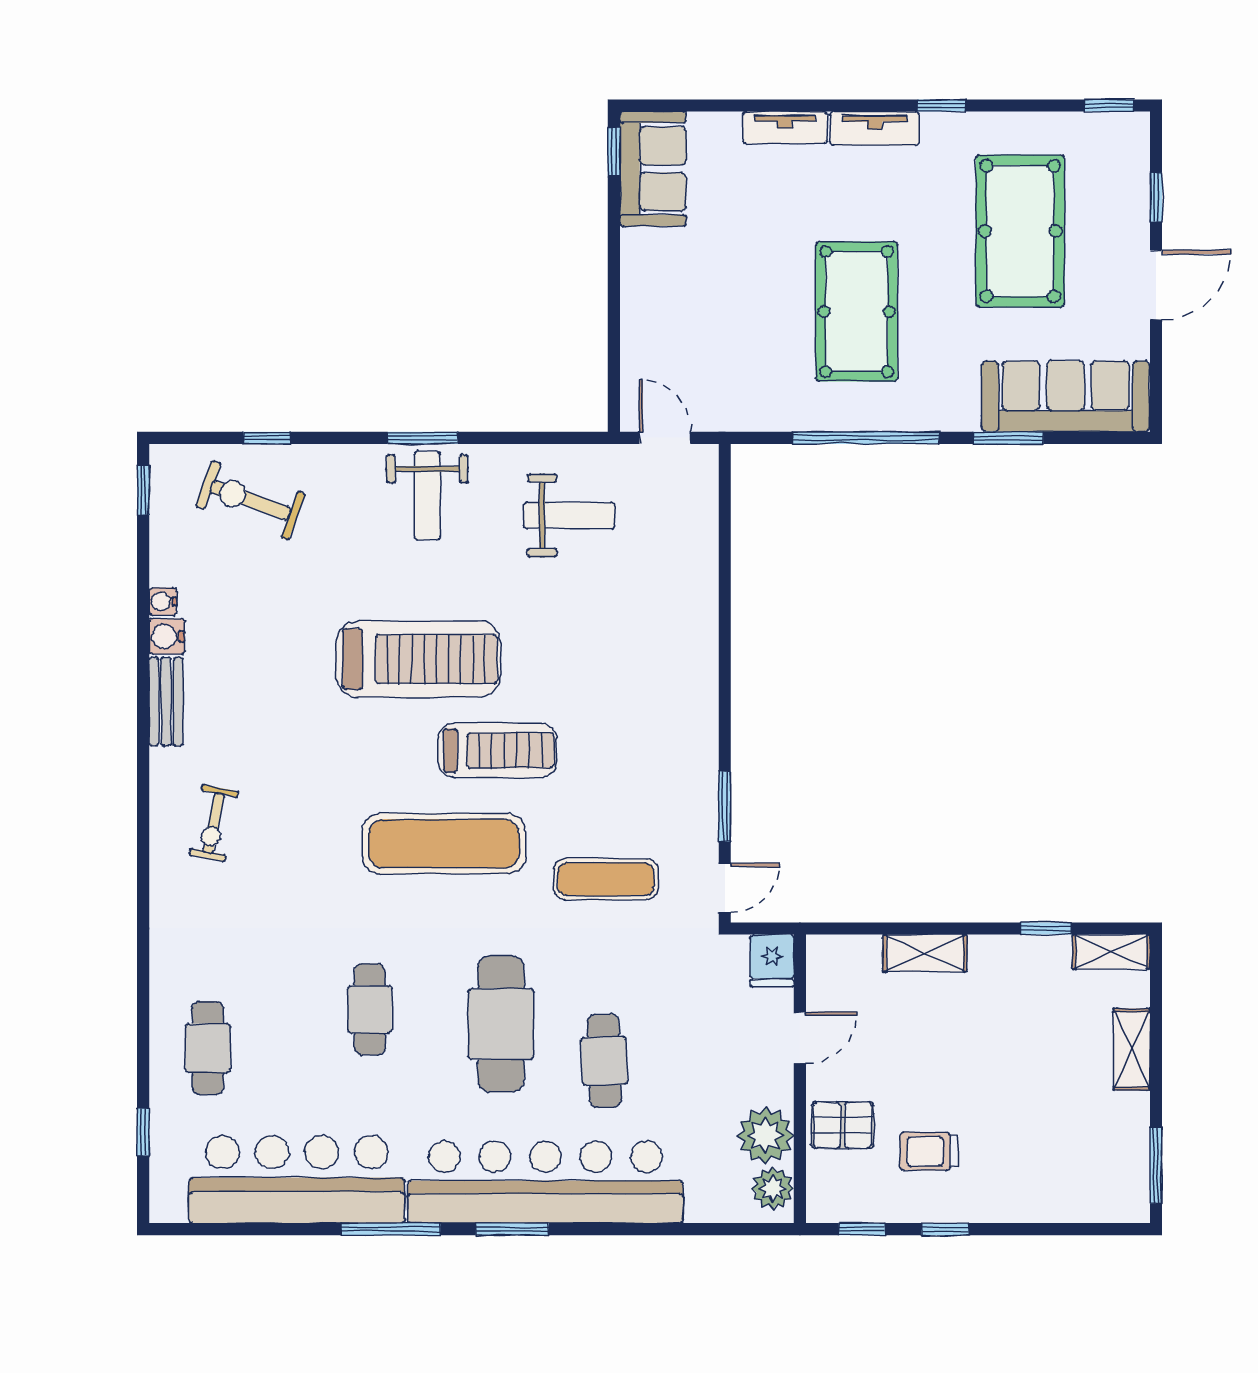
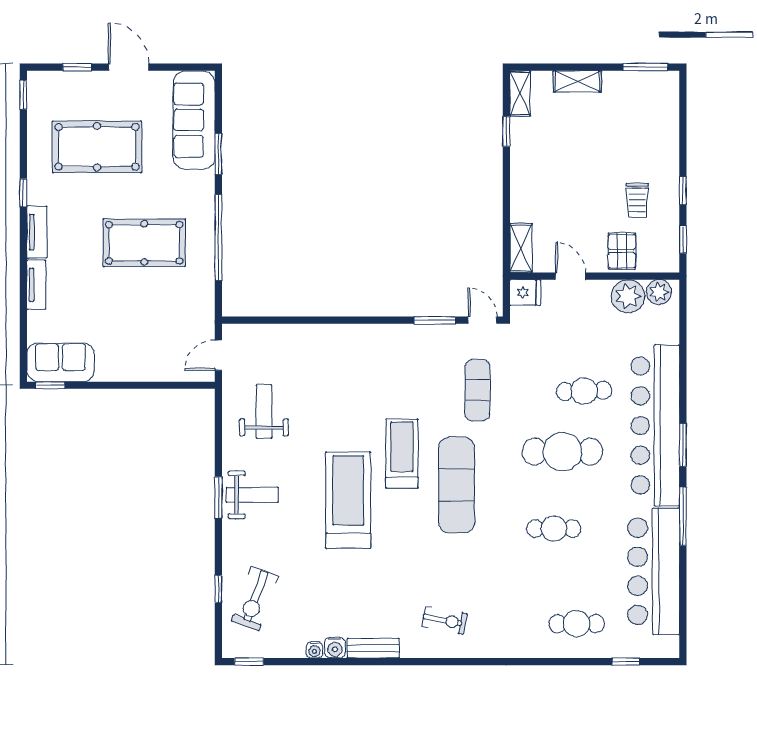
shelving: (925, 953) -> (521, 248), moved

